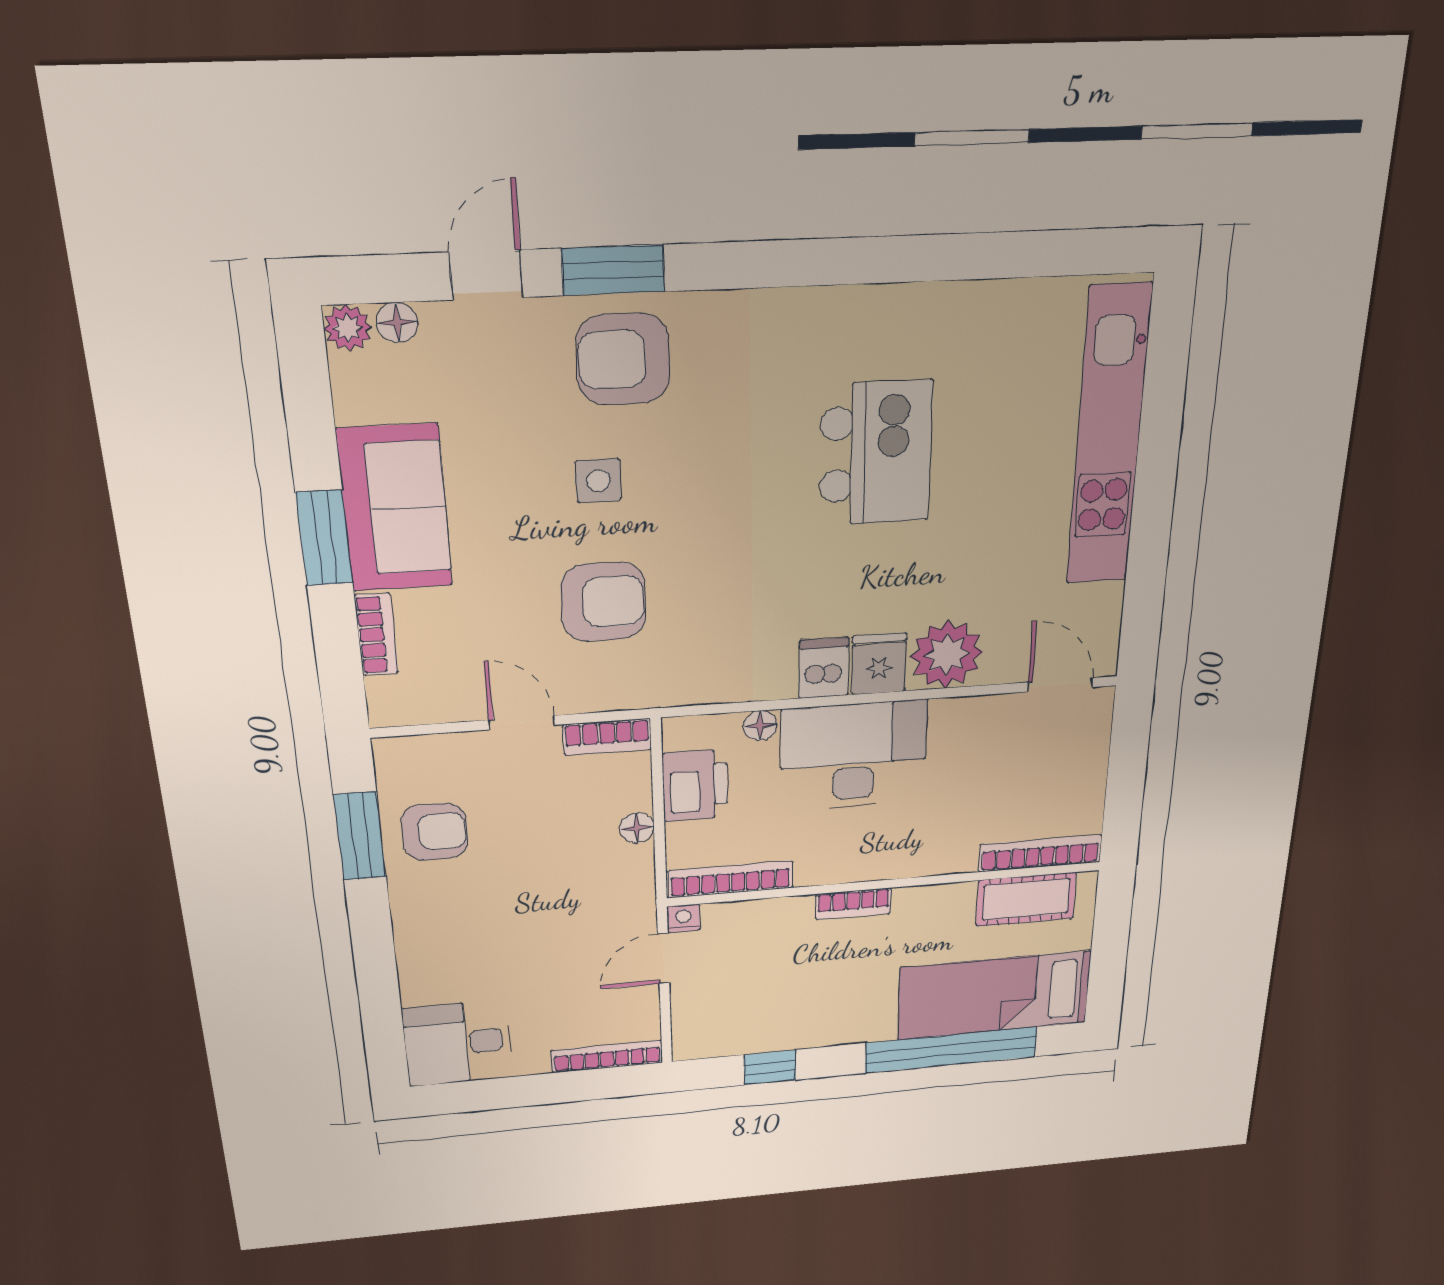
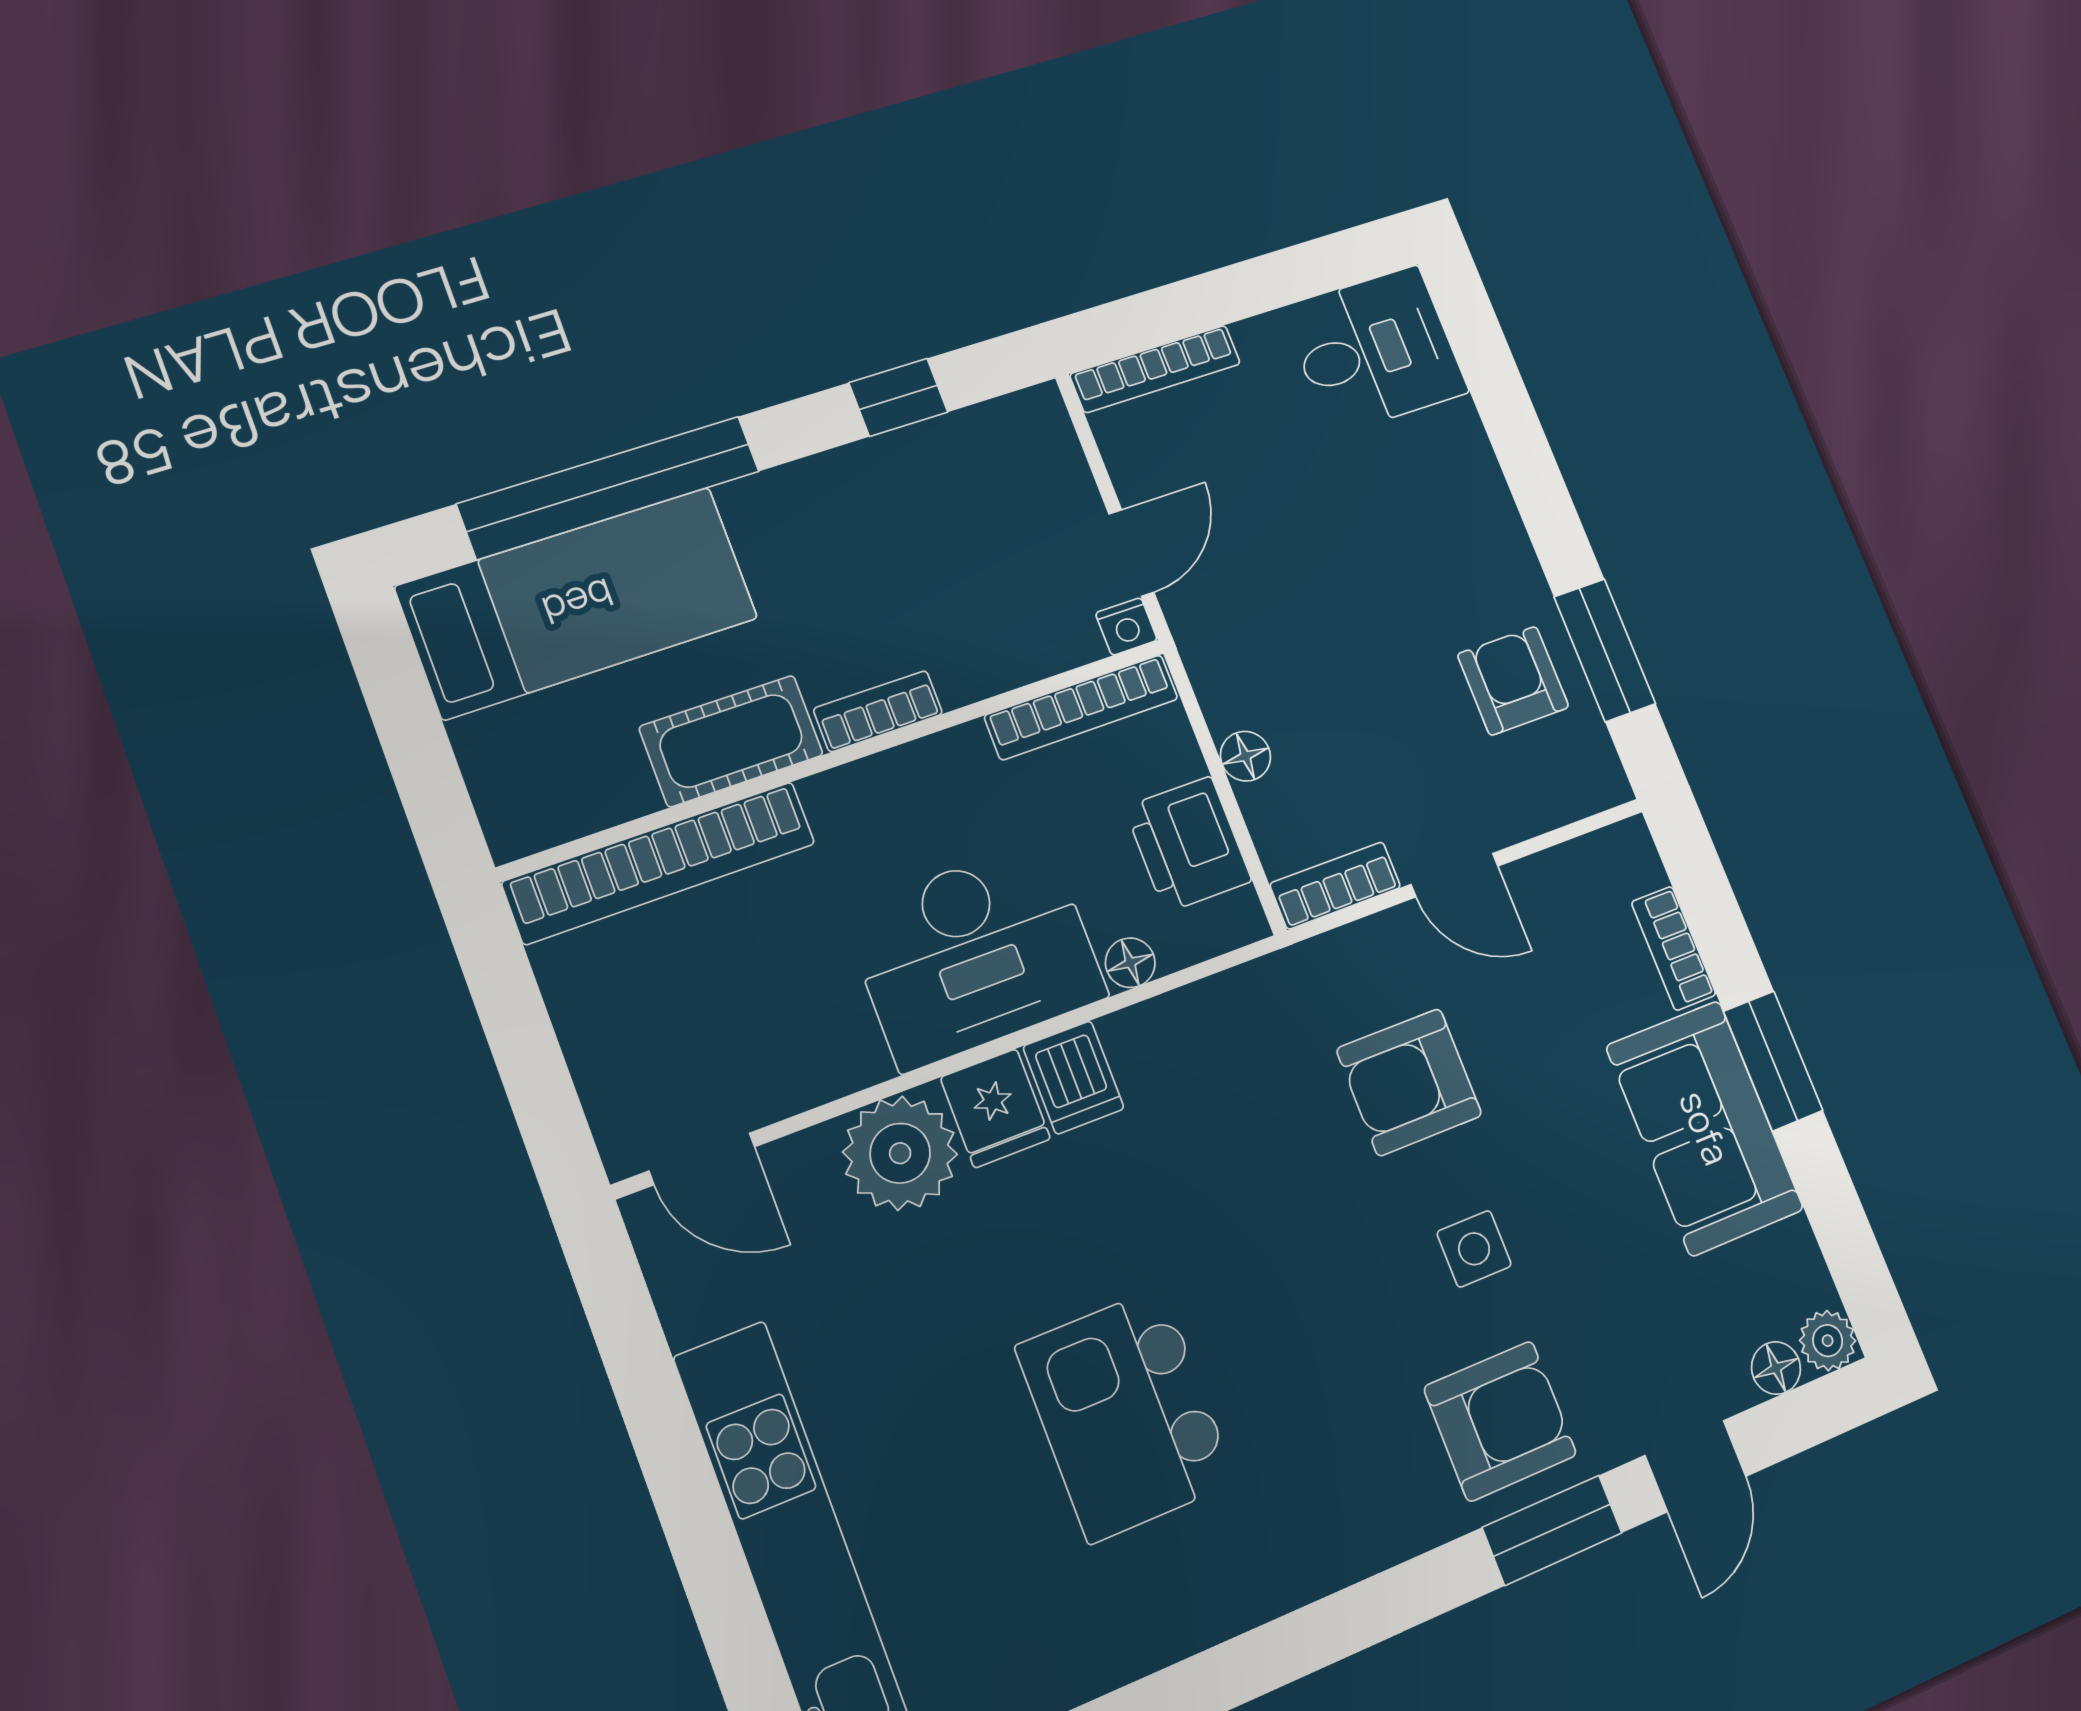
armchair: (434, 832) -> (1513, 681), turned 90
bookcase: (1040, 853) -> (660, 863), width x1.48, depth x1.31
cot: (1026, 899) -> (731, 741), moved

